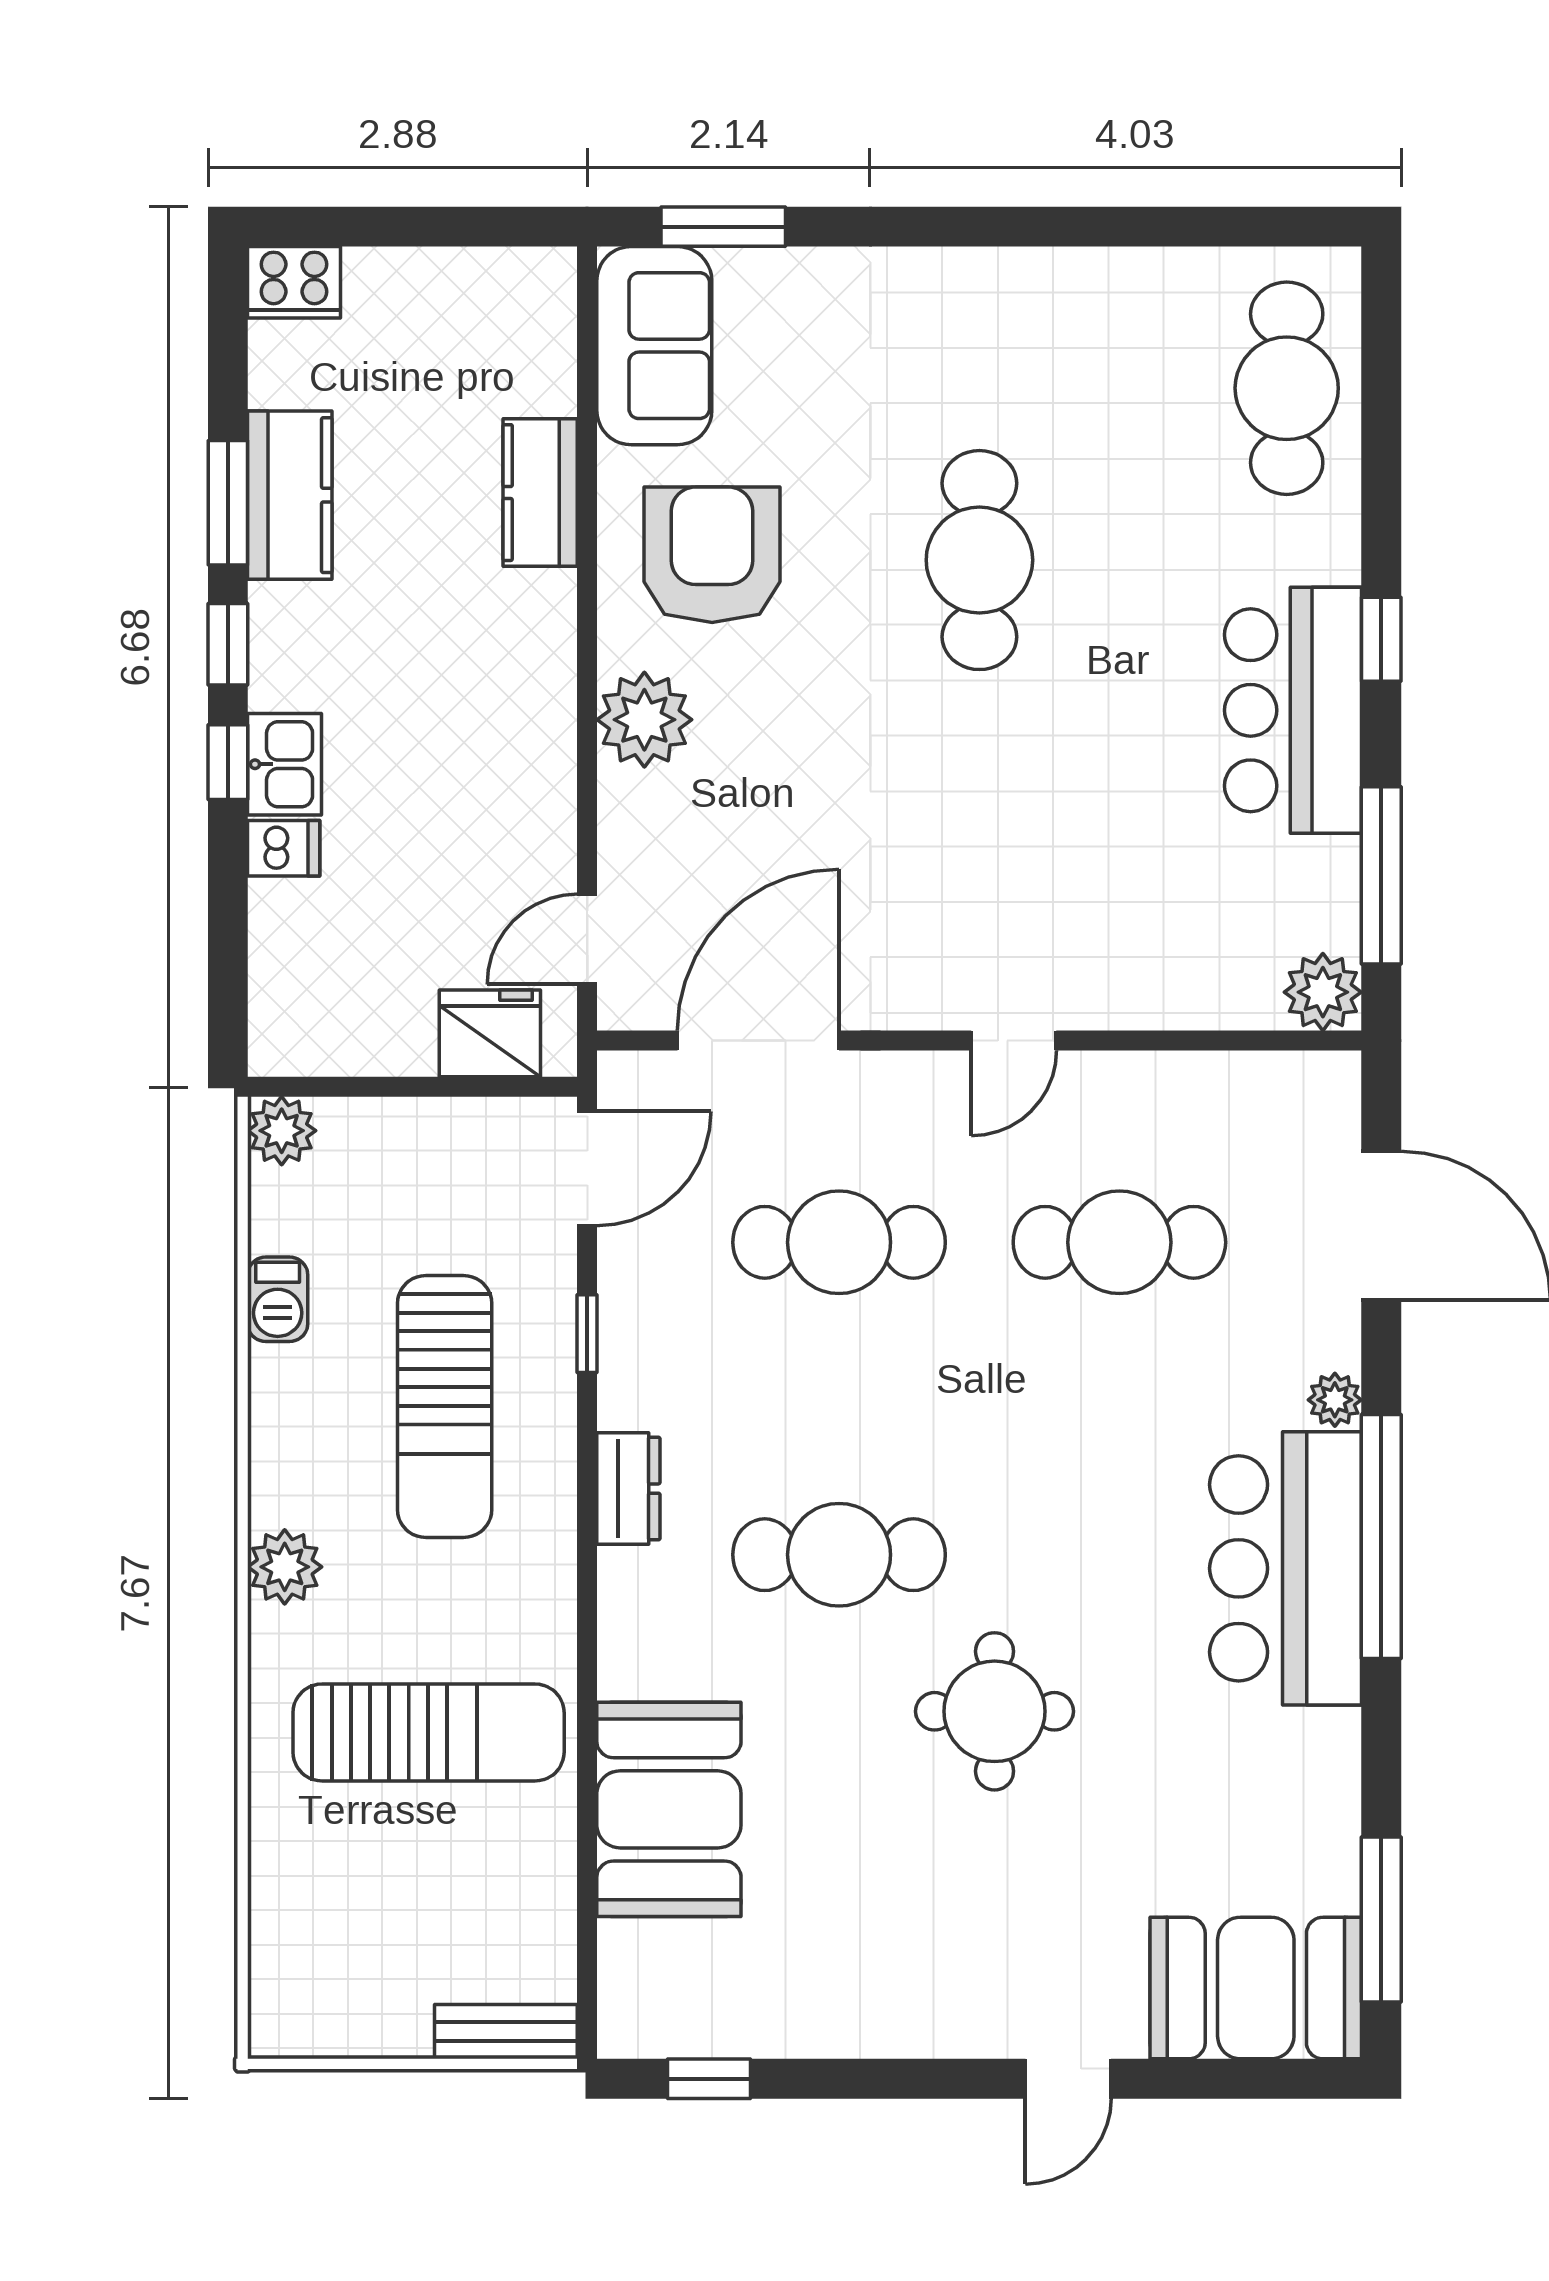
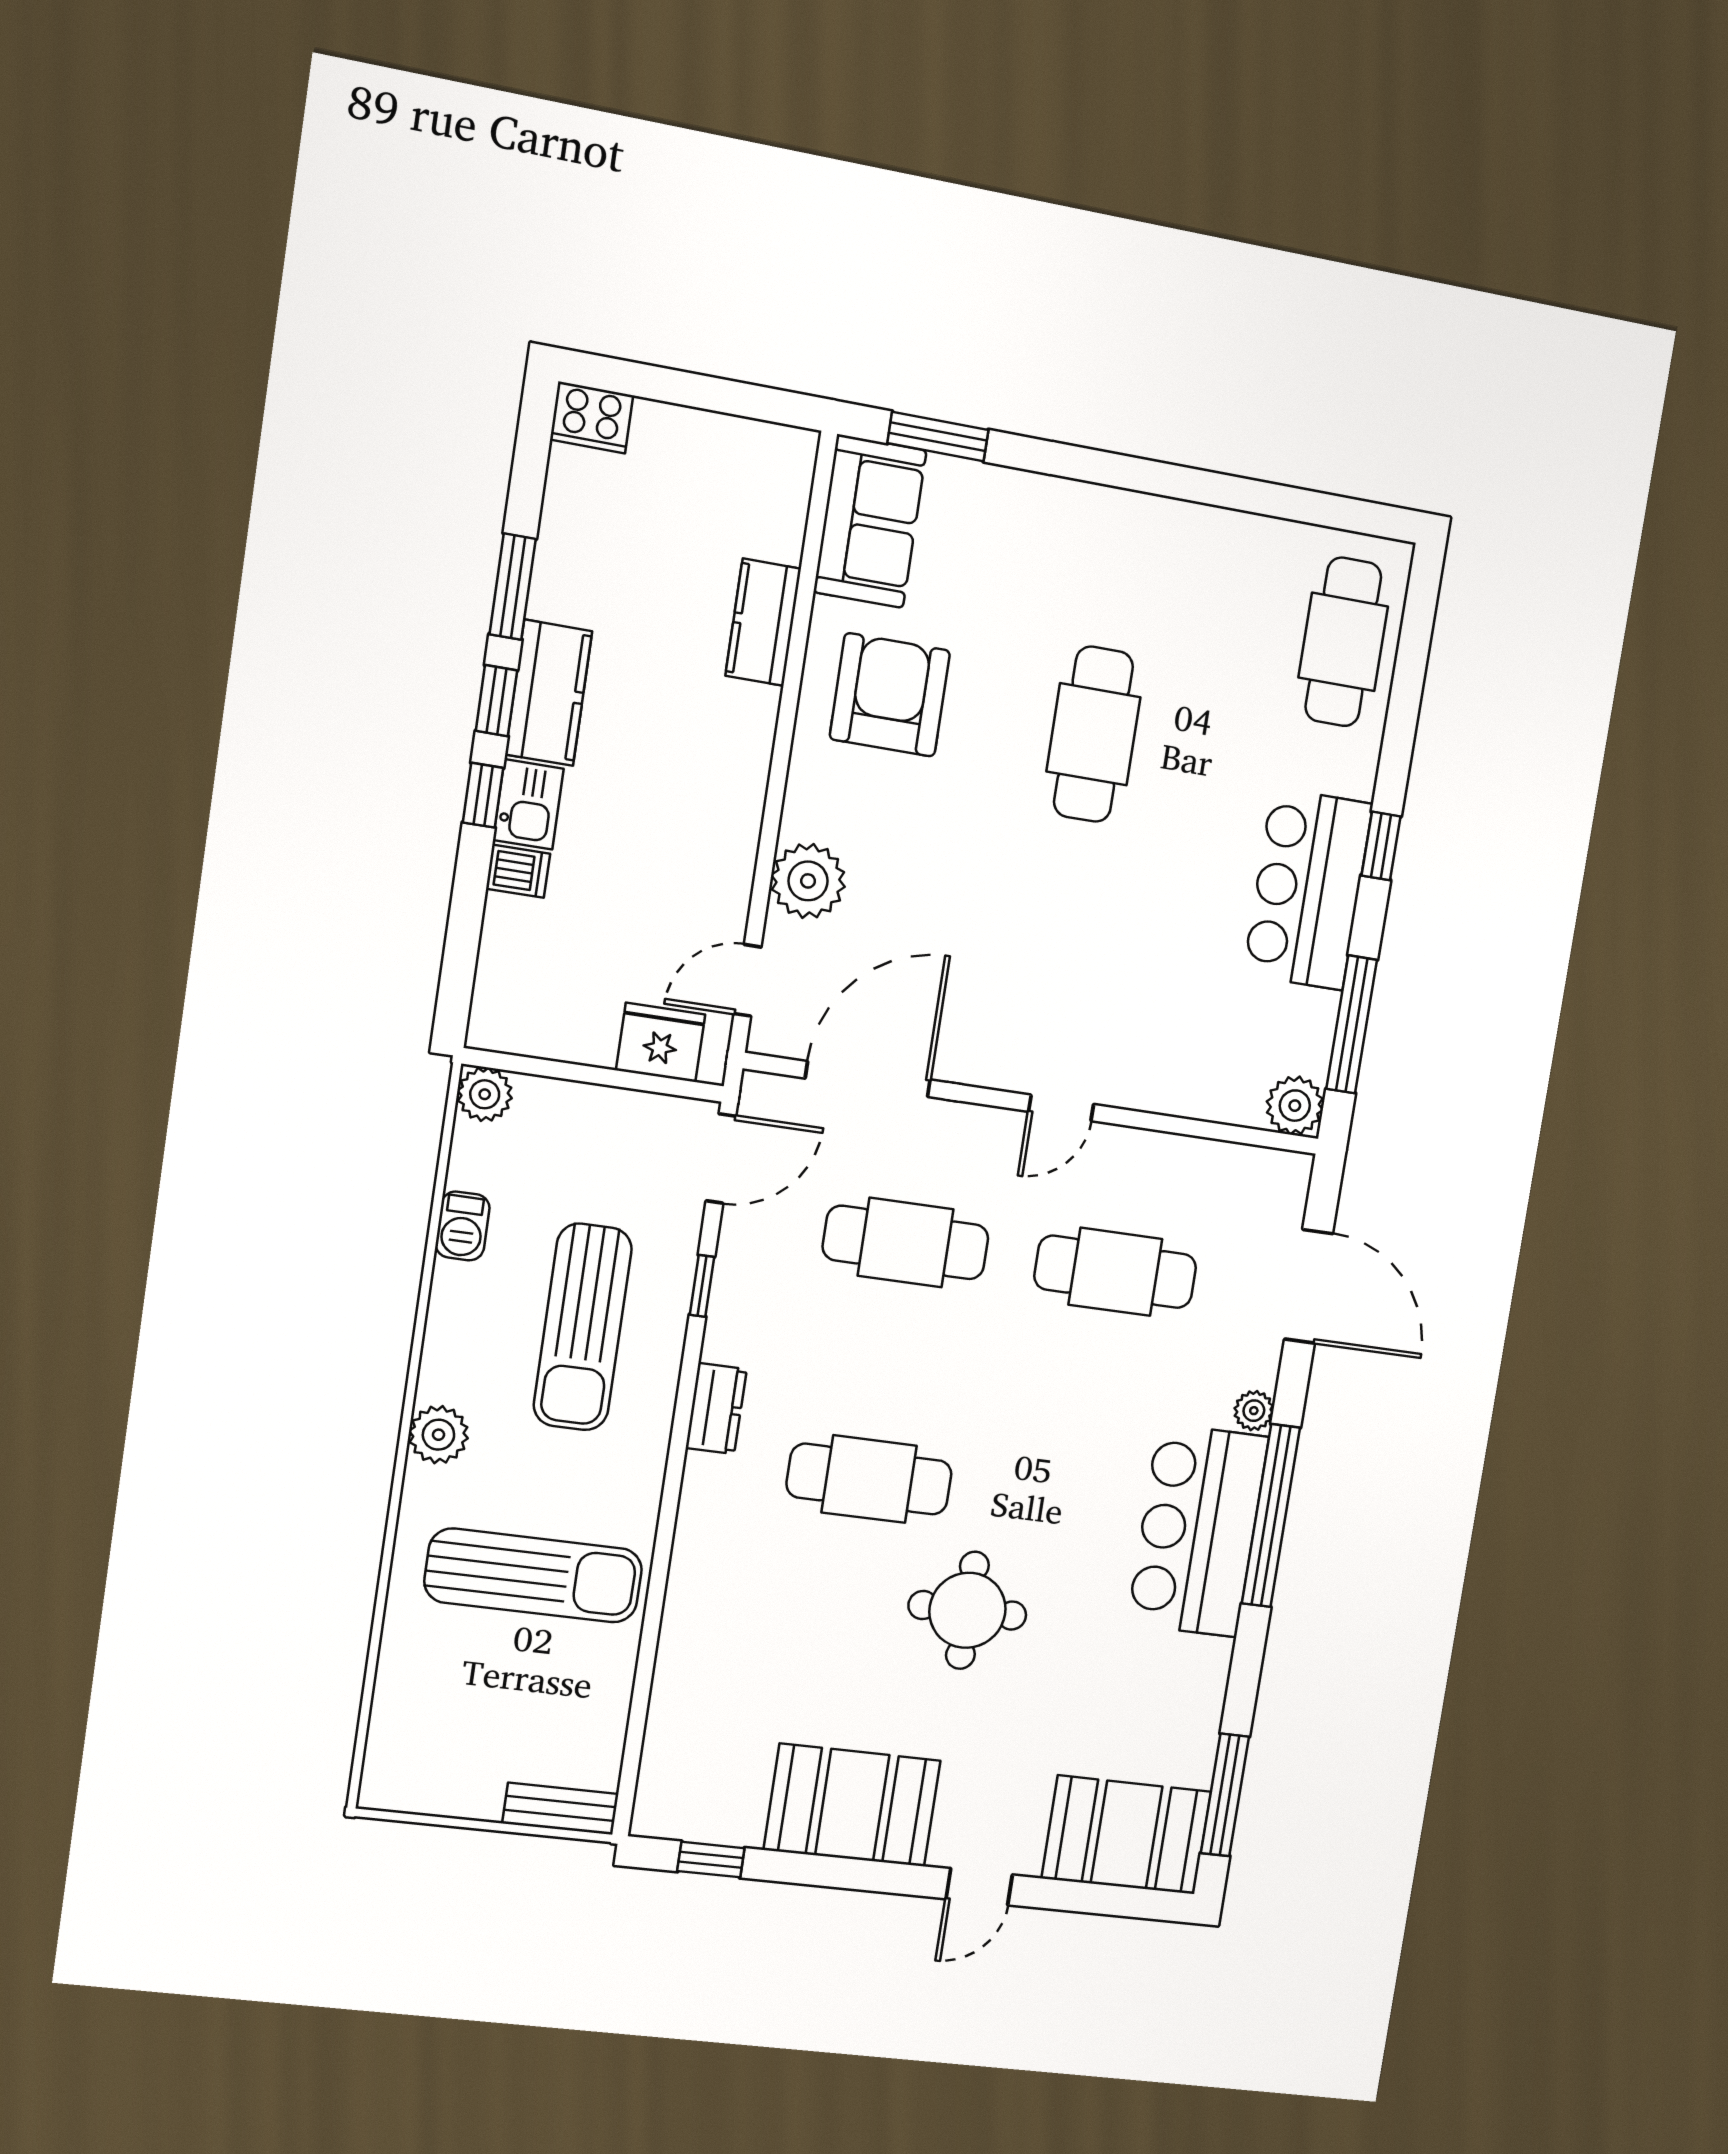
kitchen counter: (290, 495) -> (549, 693), moved
plant: (644, 720) -> (808, 881), moved
booth: (669, 1809) -> (852, 1805), moved, turned 90

